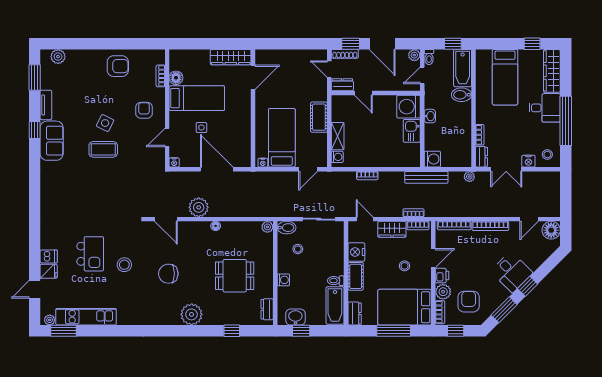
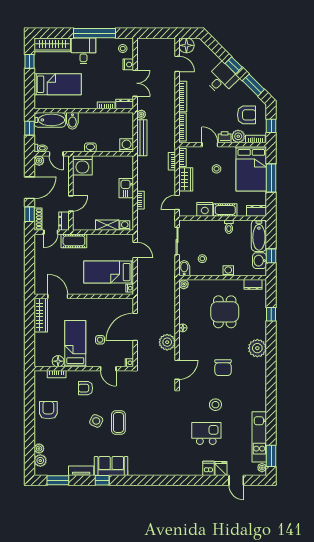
plant: (72, 55) -> (39, 449), added
cot: (319, 117) -> (74, 241), moved
kitchen sink: (412, 131) -> (126, 188), moved, turned 90
bench: (426, 177) -> (142, 138), moved
armchair: (469, 302) -> (247, 115), turned 180
bathtub: (335, 306) -> (259, 236), moved, turned 90

